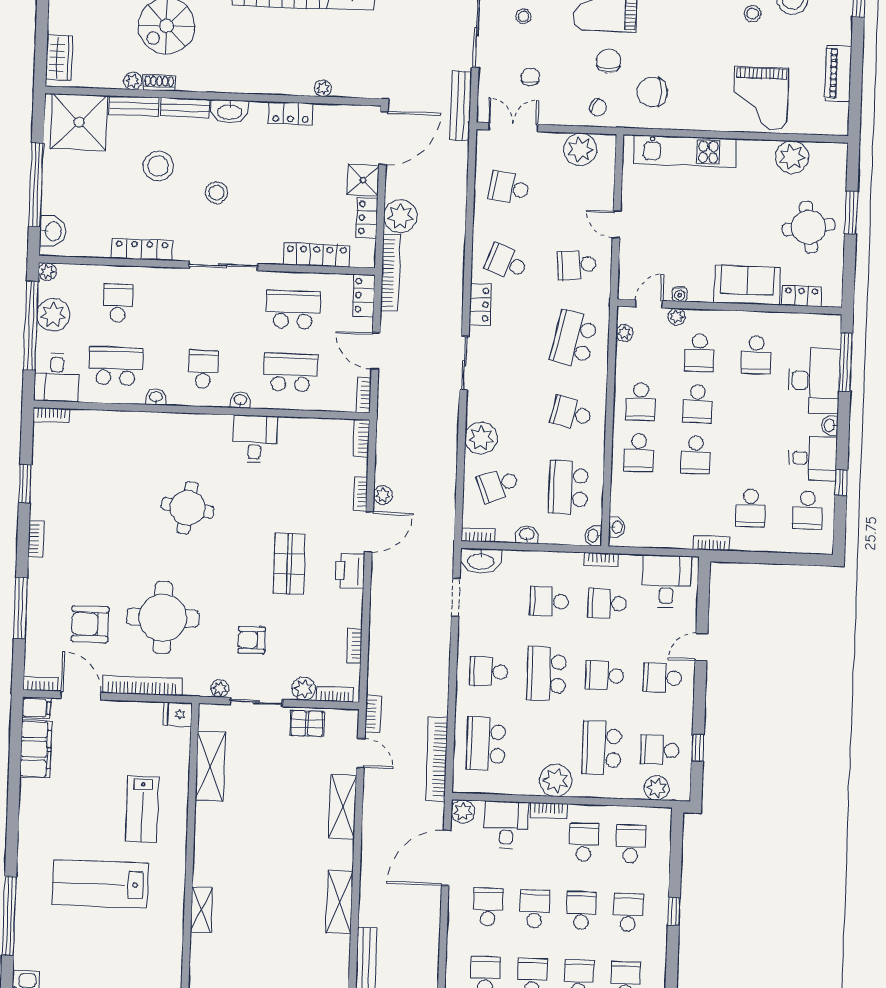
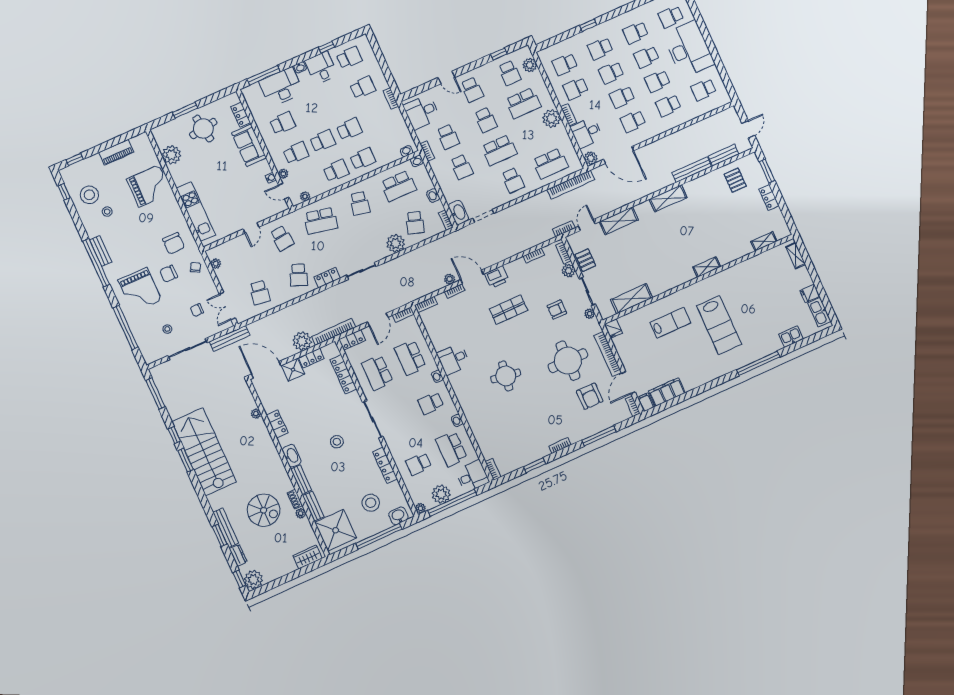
plant: (580, 149) -> (216, 264), width x0.53, depth x0.53
stool: (158, 166) -> (371, 503), moved
school desk: (498, 485) -> (415, 223), turned 39
armchair: (252, 640) -> (557, 310), turned 90

